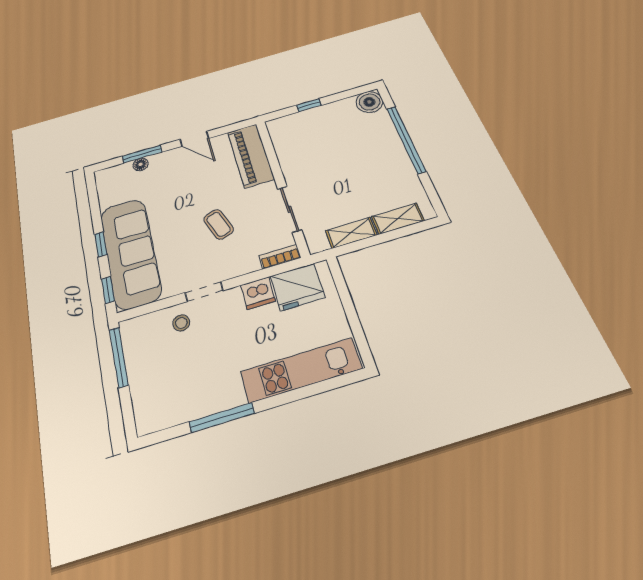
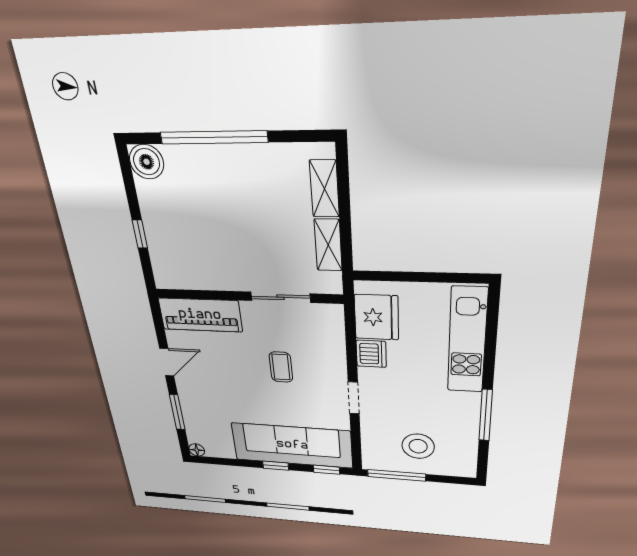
floor lamp: (141, 164) -> (197, 450), moved
coffee table: (219, 224) -> (281, 367), turned -71
bookcase: (280, 257) -> (336, 323), removed
stool: (181, 323) -> (418, 446), moved, width x1.89, depth x1.89

